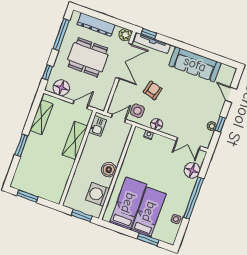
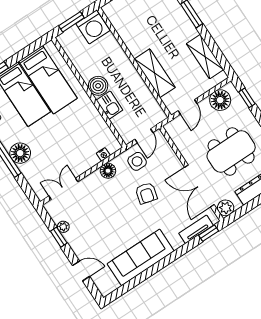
tv unit: (152, 43) -> (196, 229), width x0.71
kitchen sink: (98, 126) -> (109, 105), moved, turned 180
floor lamp: (192, 170) -> (20, 153), moved
washing machine: (98, 194) -> (93, 27), moved, turned 90

